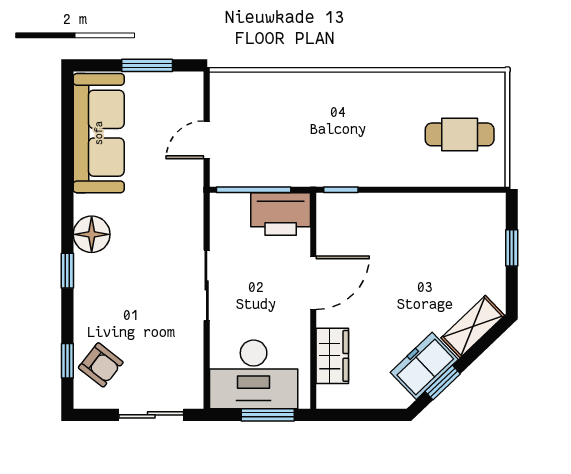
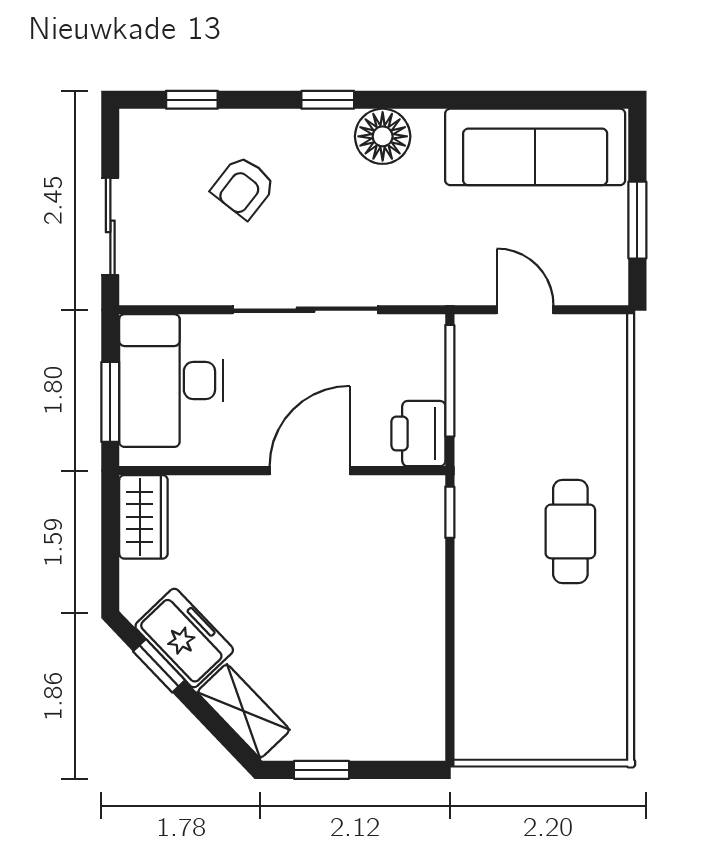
cafe table: (460, 134) -> (570, 531), moved
printer: (281, 214) -> (418, 434), width x0.73, depth x0.84
window: (512, 248) -> (322, 770), moved
door: (313, 283) -> (310, 471), swing flipped
sliding door: (207, 285) -> (306, 310), width x1.37
wardrobe: (332, 356) -> (143, 517), moved, turned -90
armchair: (101, 365) -> (244, 187), moved

